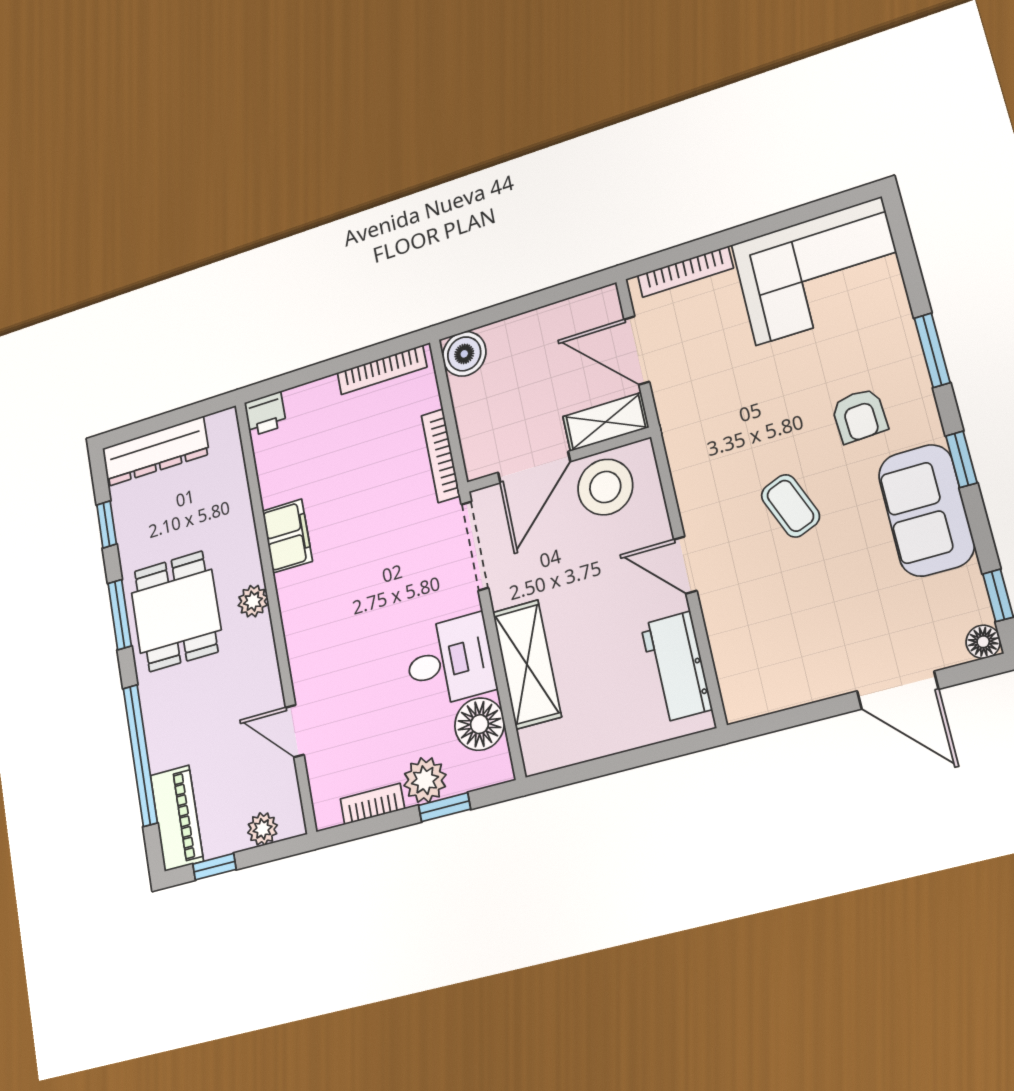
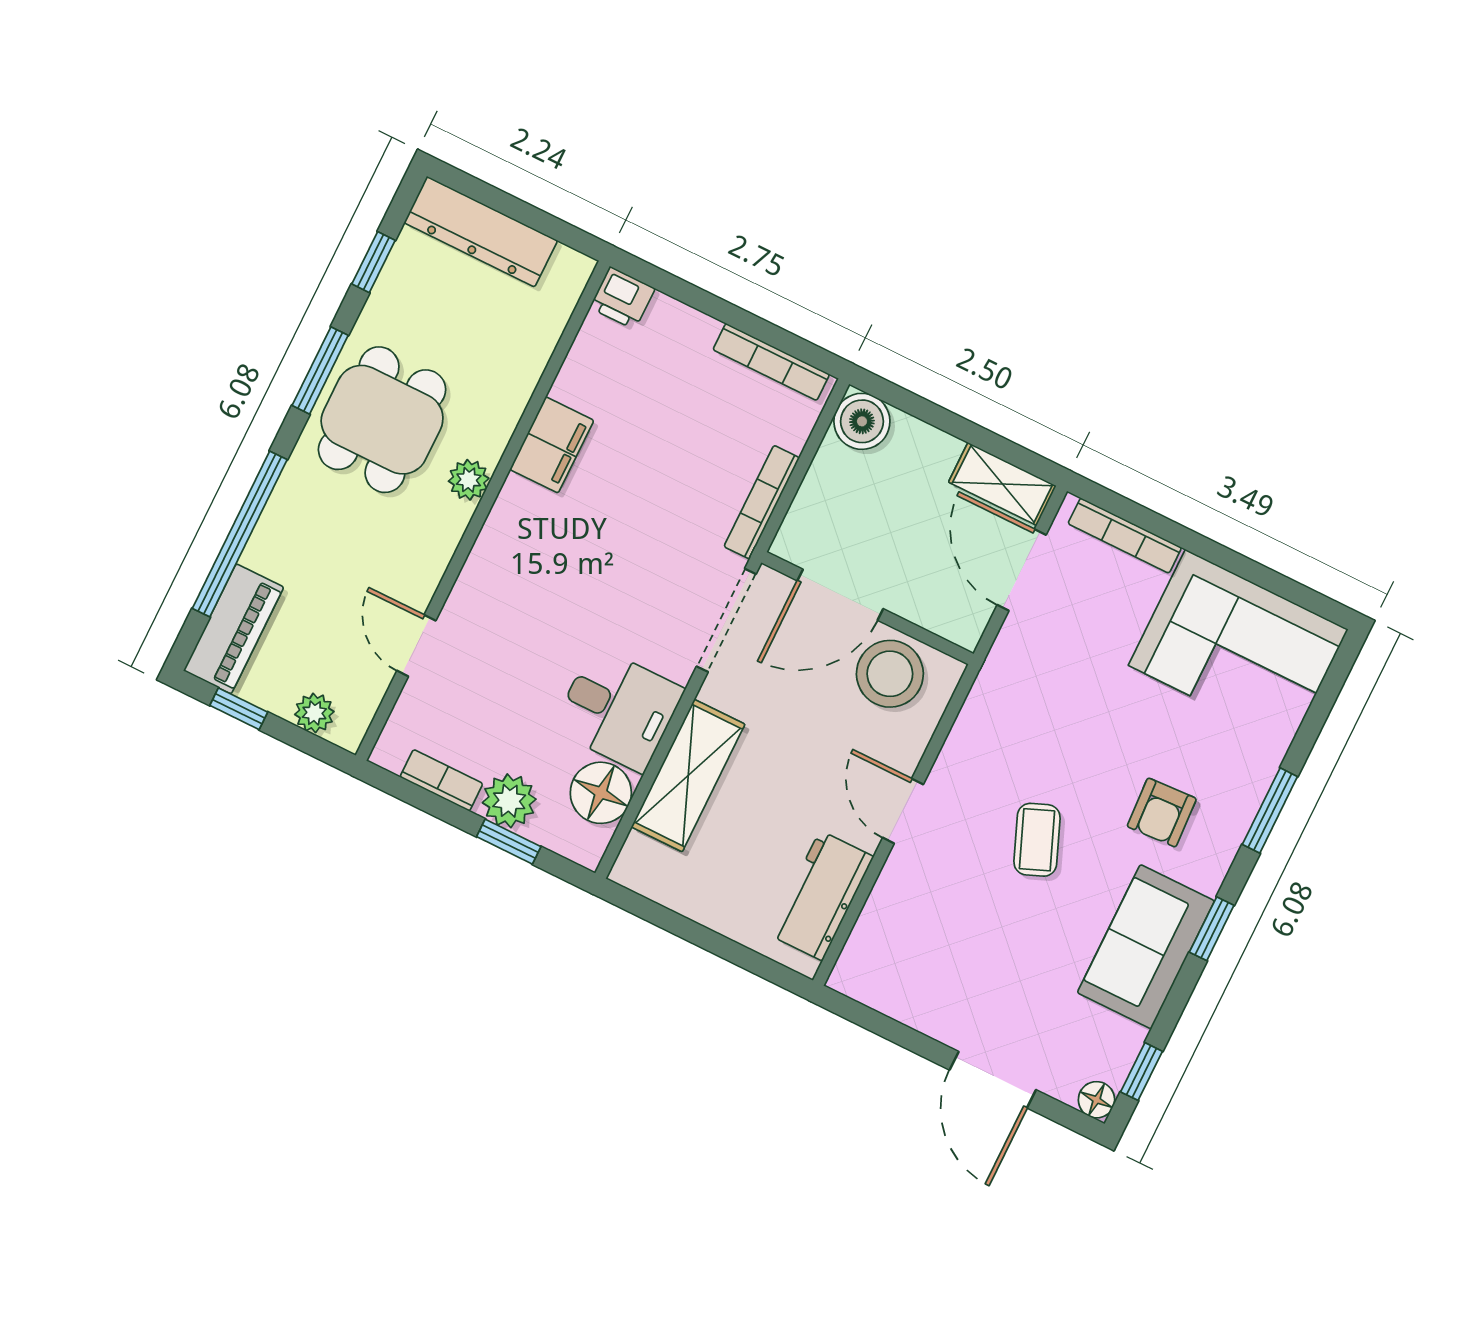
shelving: (606, 422) -> (1002, 484), moved

